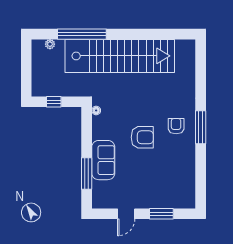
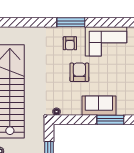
armchair: (176, 126) -> (70, 43), turned -90
corner sofa: (178, 168) -> (106, 41), added

